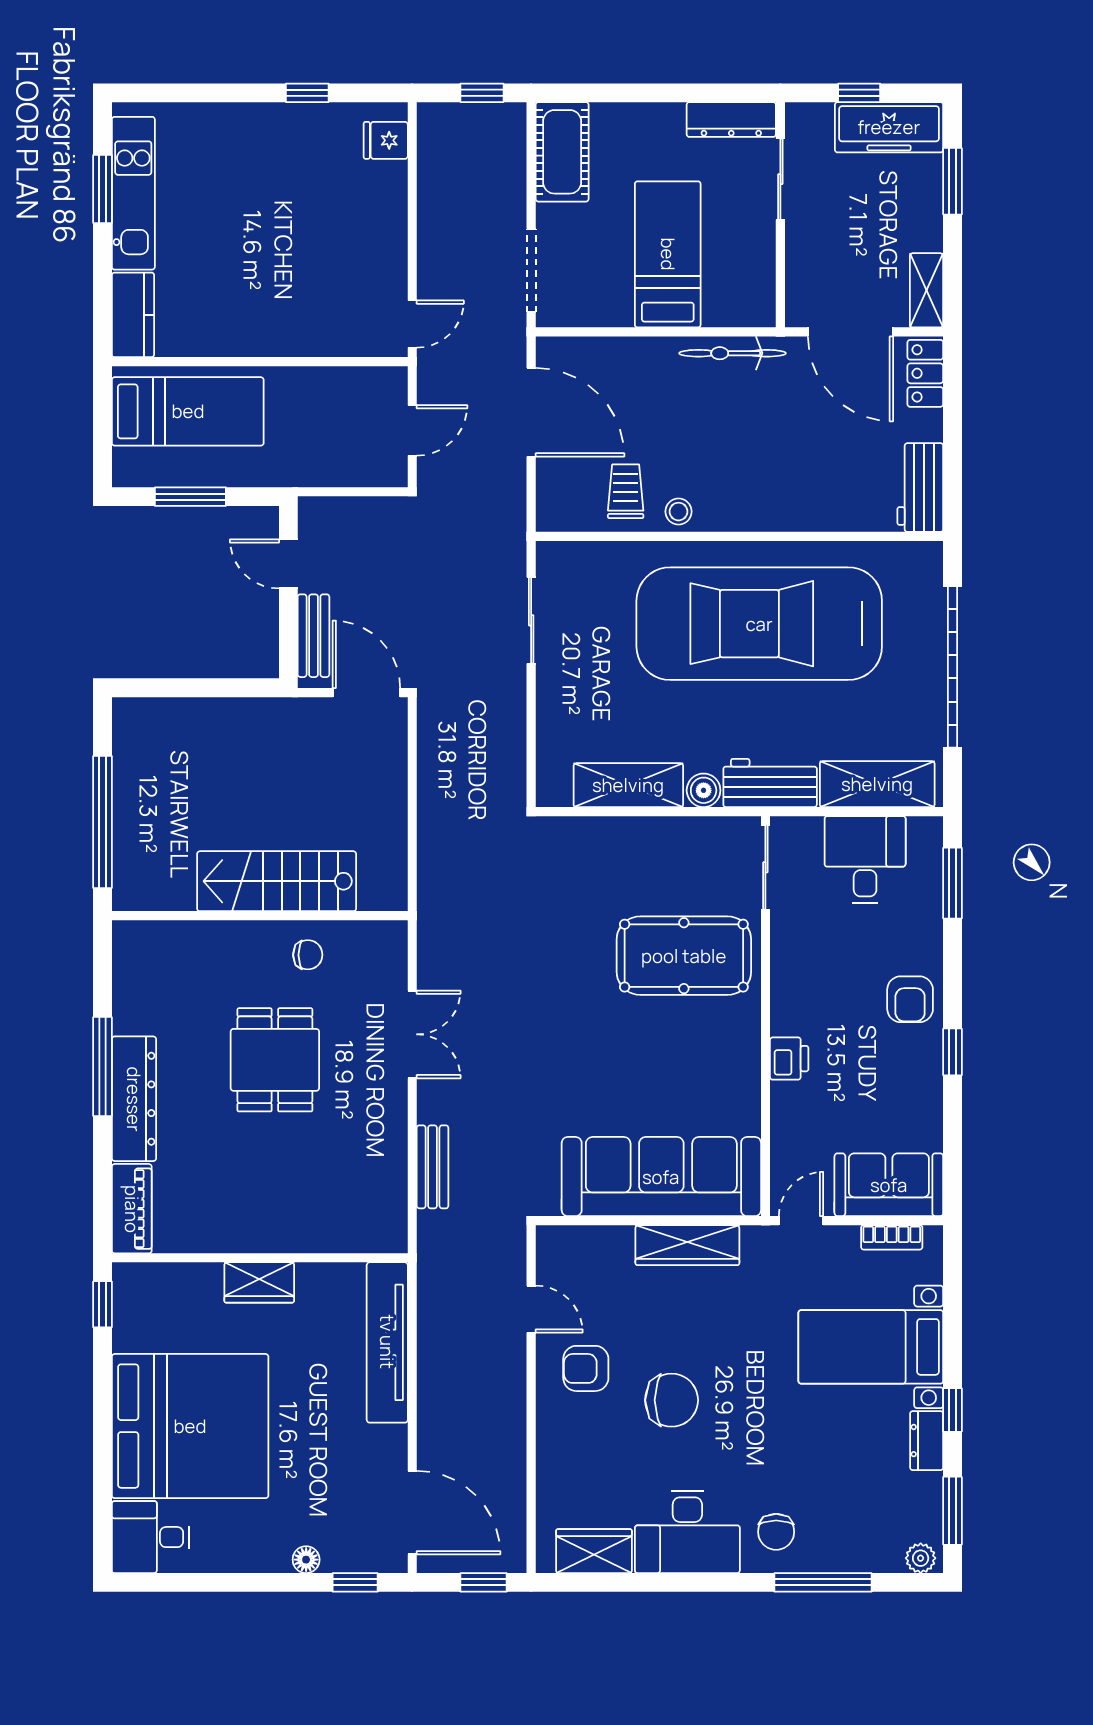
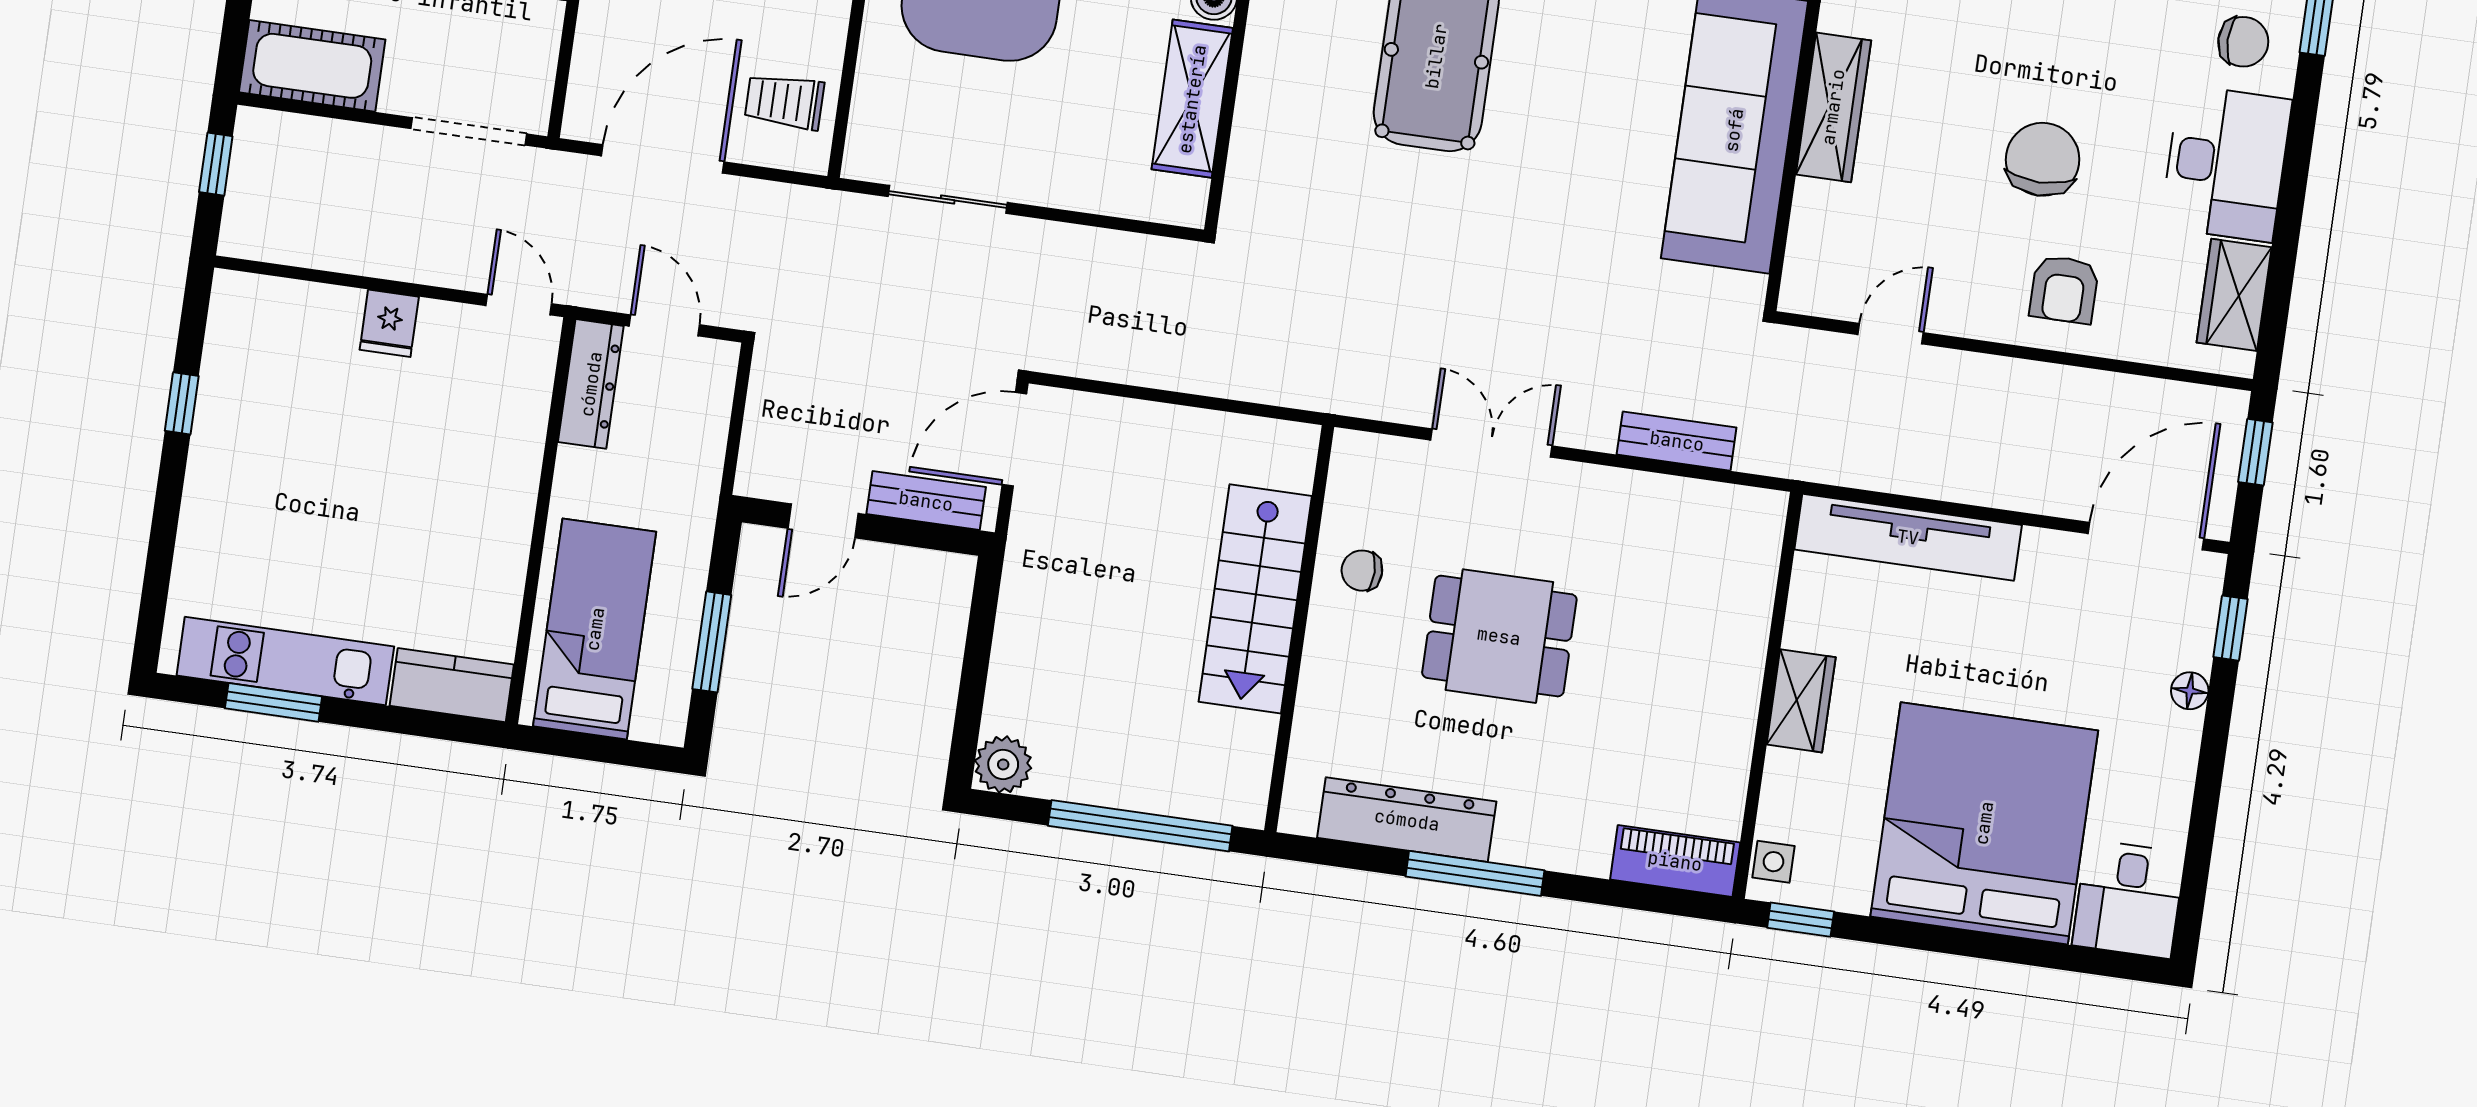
fridge: (386, 140) -> (389, 323), moved
dresser: (363, 384) -> (591, 384), added
trolley: (626, 491) -> (784, 102), moved
plant: (132, 718) -> (1003, 764), added
chair: (308, 955) -> (1362, 571), turned -90
dresser: (134, 1099) -> (1407, 820), moved
side table: (141, 1279) -> (1773, 862), added
armchair: (586, 1368) -> (2064, 289), moved

